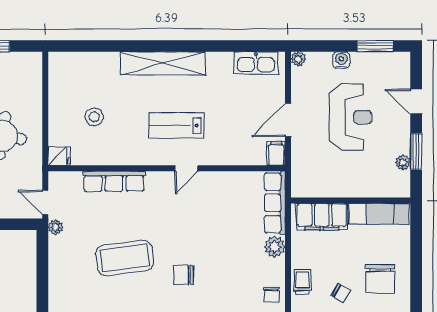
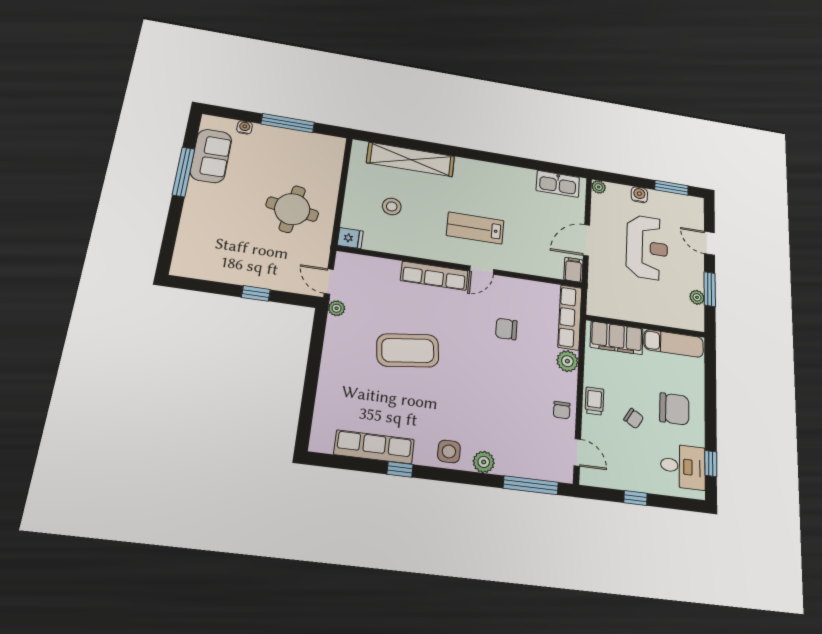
shelving: (163, 63) -> (411, 160), moved
row of seats: (114, 181) -> (434, 276), moved
chair: (183, 275) -> (506, 329), moved
chair: (380, 279) -> (674, 409), turned -90

